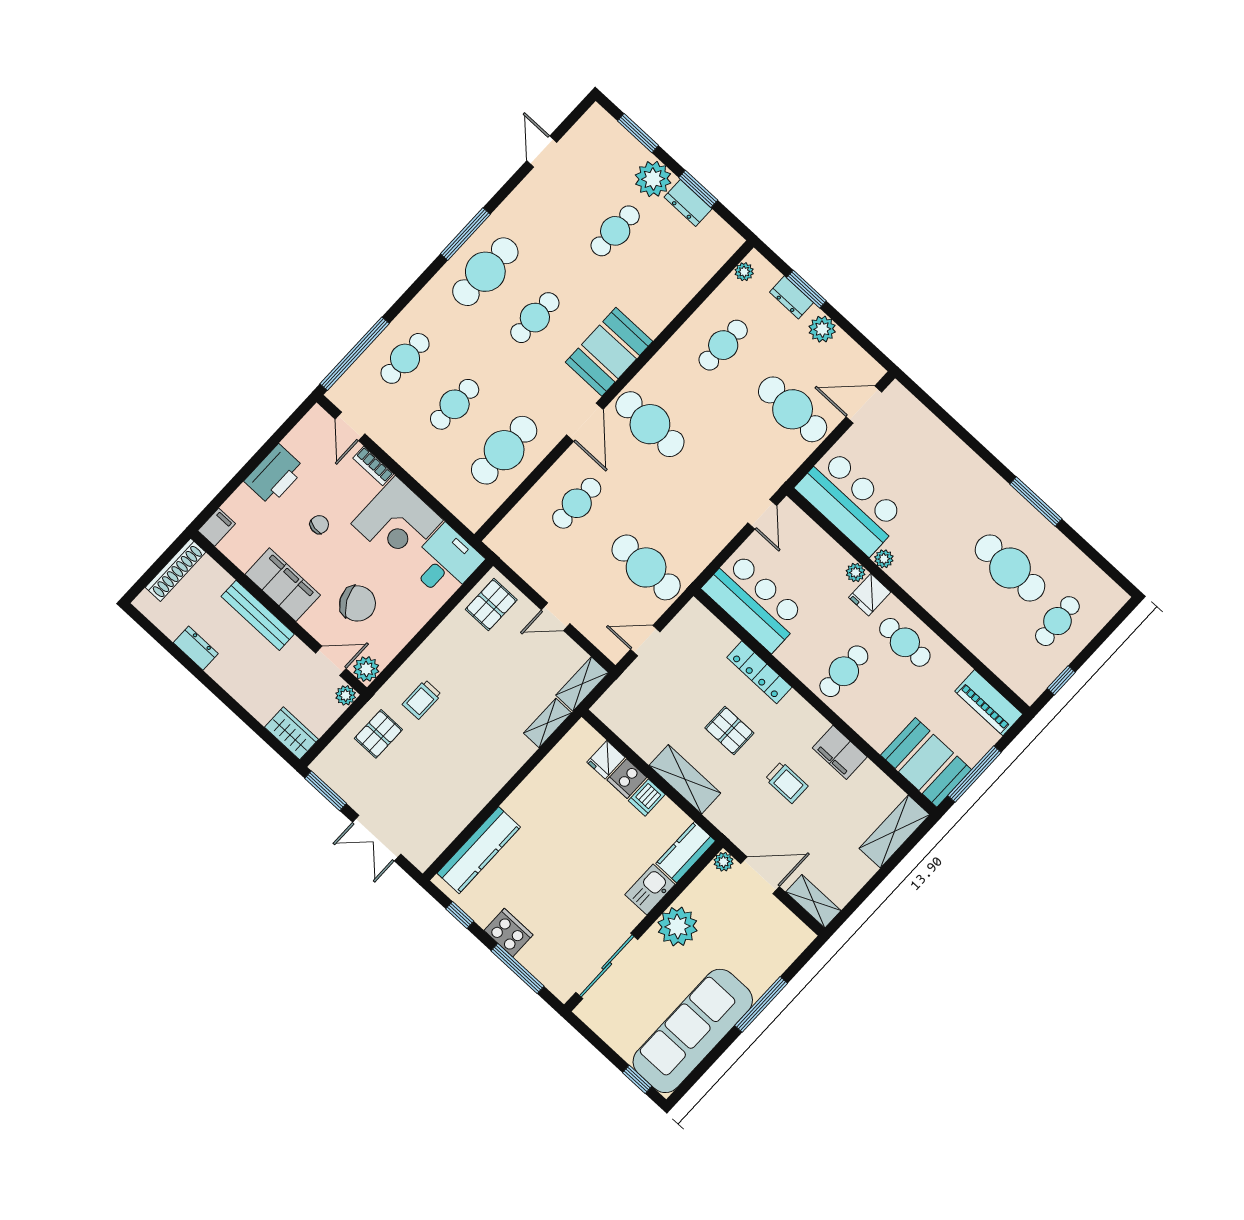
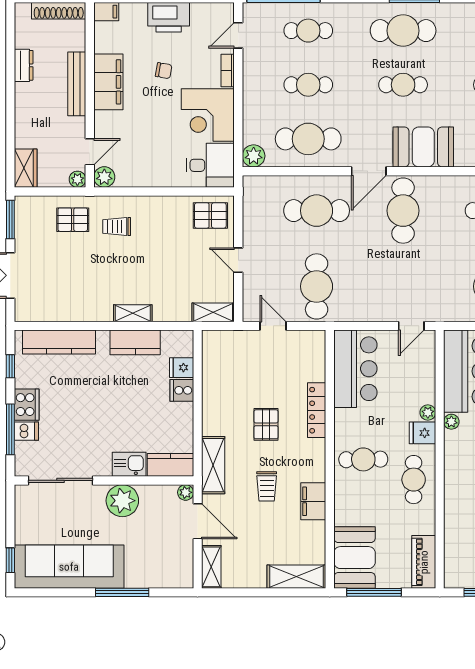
cafe table: (577, 503) -> (317, 211), width x1.37, depth x1.35
plant: (473, 515) -> (254, 156), added
chair: (358, 603) -> (138, 136), removed
door: (331, 661) -> (90, 152), hinge flipped
shelving: (547, 723) -> (133, 313), moved
shelving: (685, 779) -> (213, 465), moved
kitchen counter: (544, 781) -> (135, 342), added
dishwasher: (647, 798) -> (26, 431), moved, turned 180

